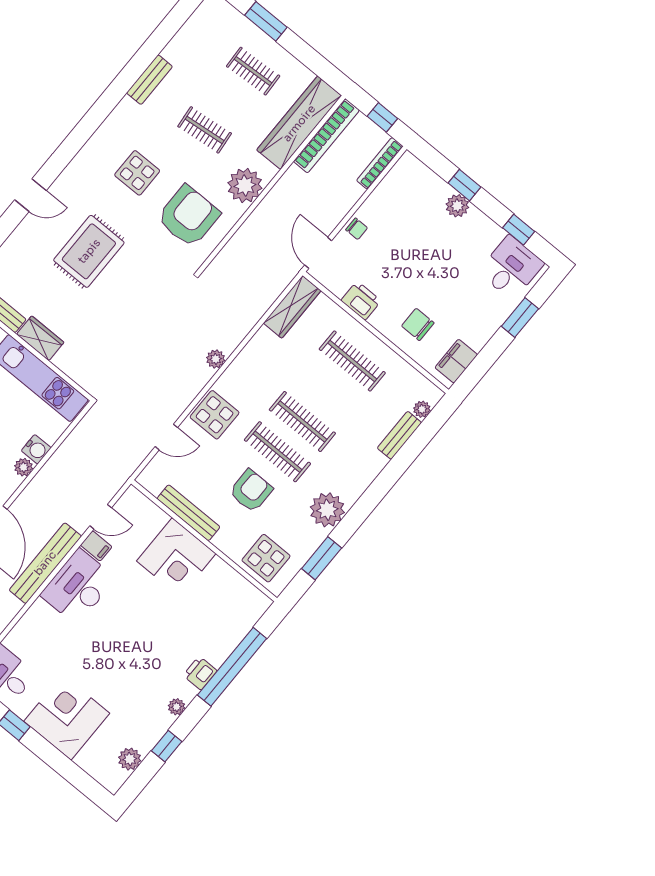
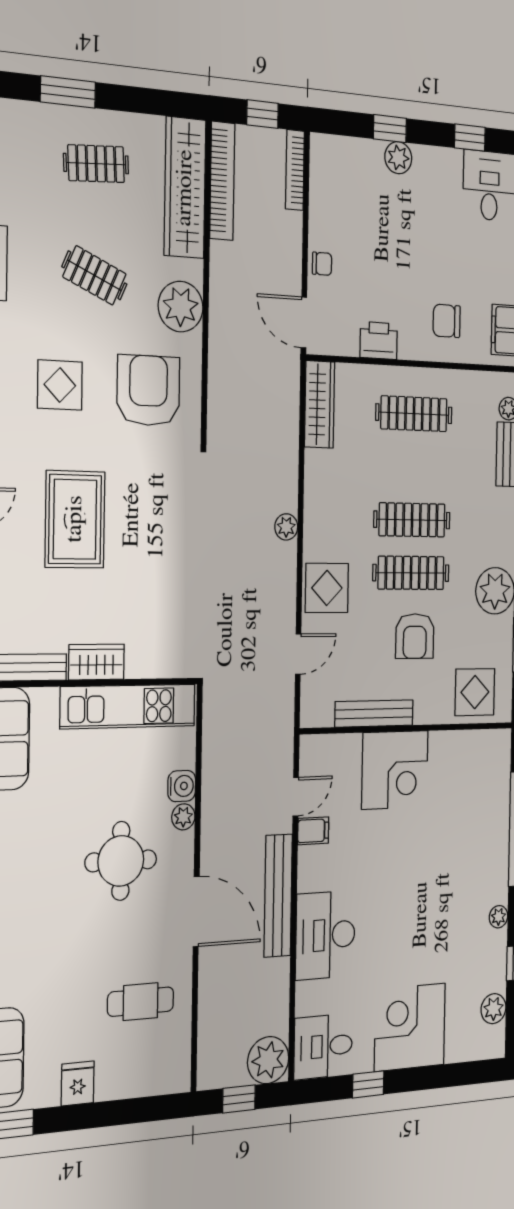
clothes rail: (205, 130) -> (95, 275), turned 30
armchair: (251, 491) -> (415, 636), turned 180
desk: (78, 587) -> (325, 935), moved
printer: (200, 673) -> (496, 863), removed

